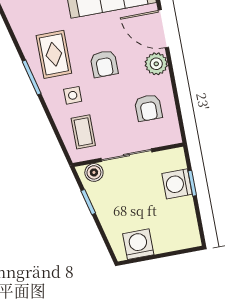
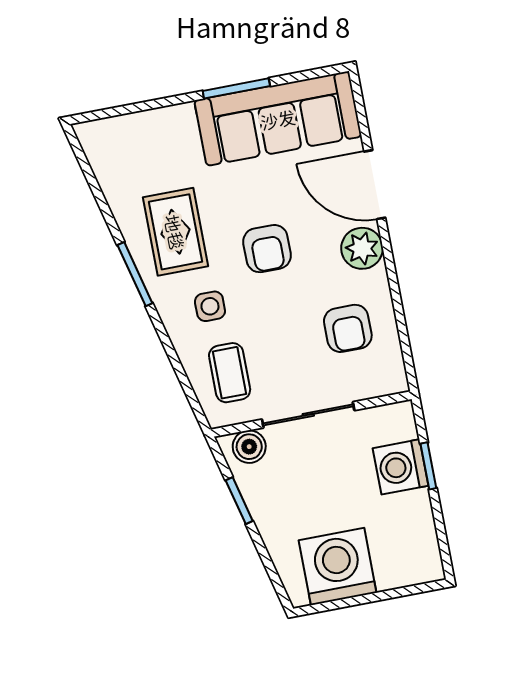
washing machine: (138, 244) -> (338, 566), width x1.37, depth x1.37

